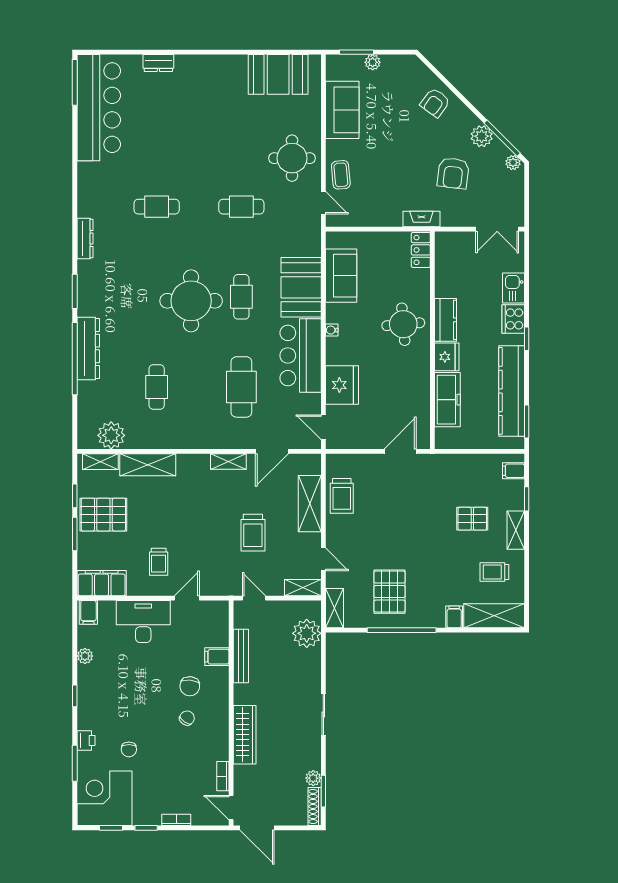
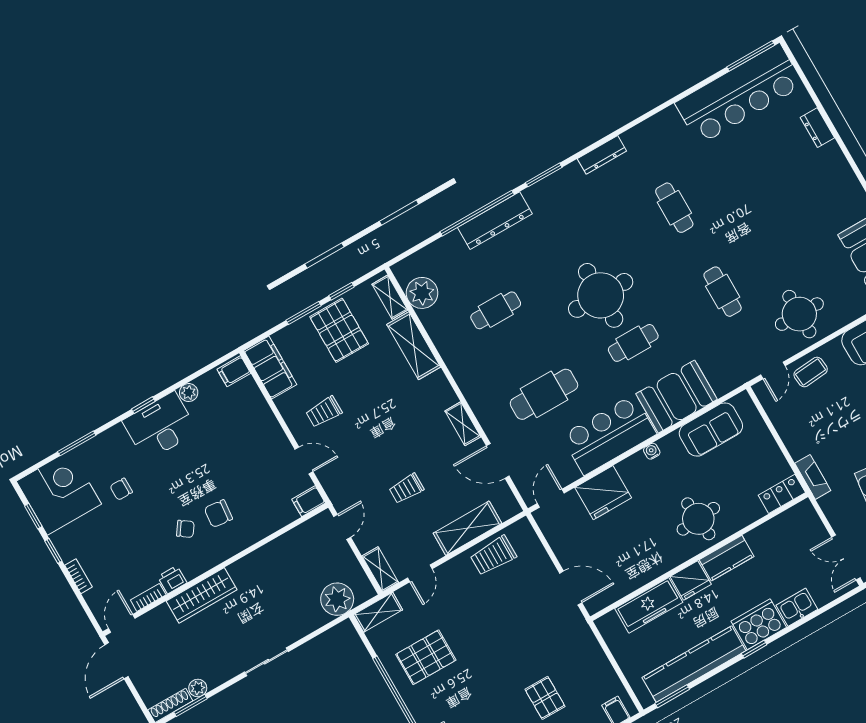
cooker: (513, 319) -> (759, 624), width x1.37, depth x1.31
trolley: (253, 533) -> (406, 489), width x0.73, depth x0.72
desk: (143, 622) -> (160, 426), moved, turned -90
bench: (241, 656) -> (277, 547), removed
filing cabinet: (217, 657) -> (309, 501), moved, turned -90
printer: (86, 740) -> (172, 580), moved, turned 180

